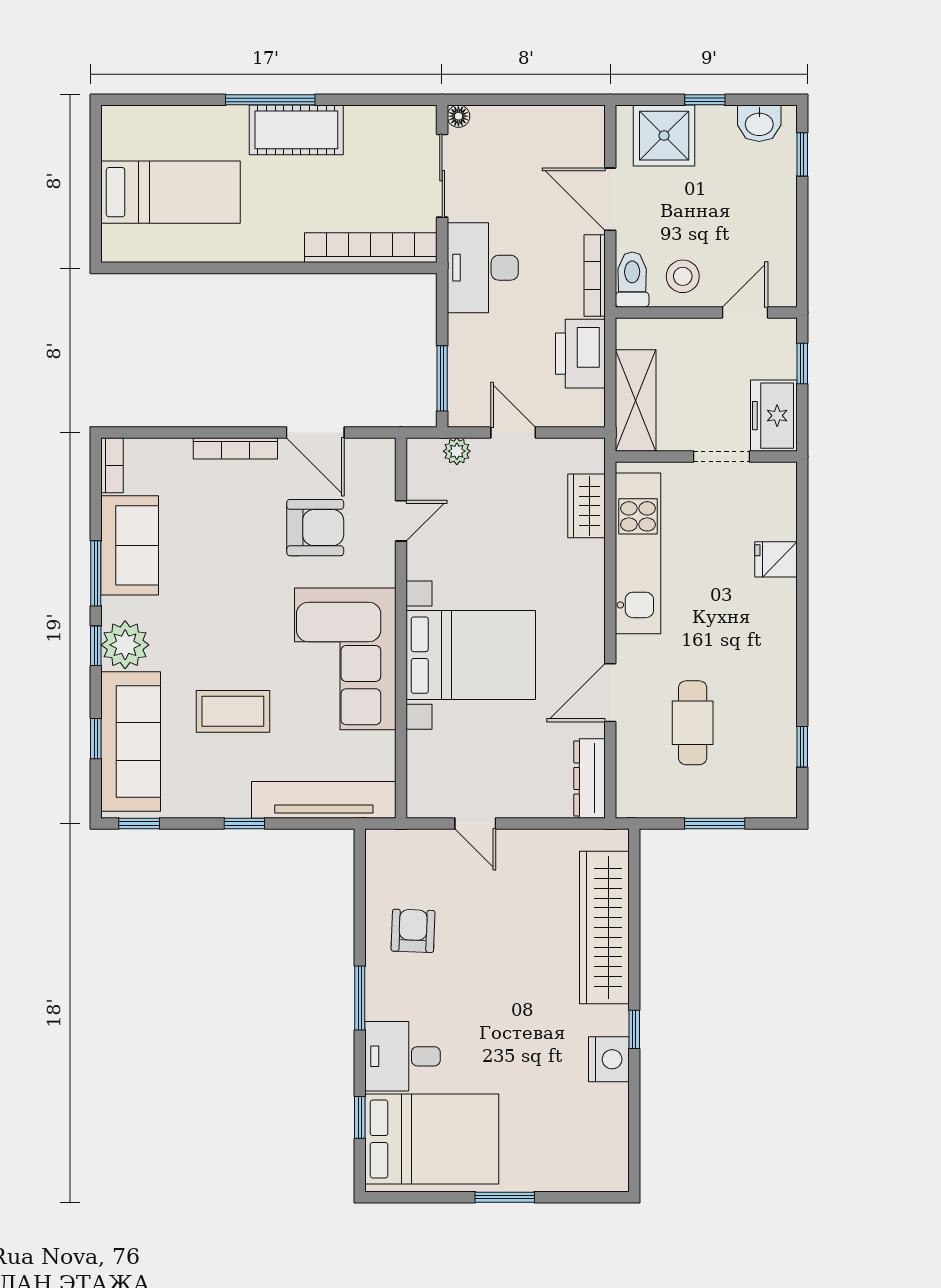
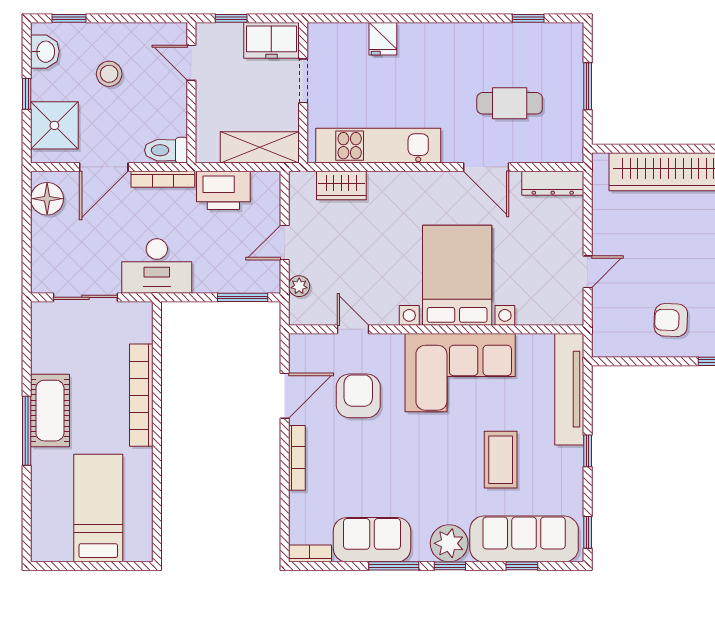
floor lamp: (458, 116) -> (47, 199), moved, width x1.89, depth x1.89
bookcase: (371, 248) -> (141, 395), moved
stool: (683, 276) -> (109, 74), moved

